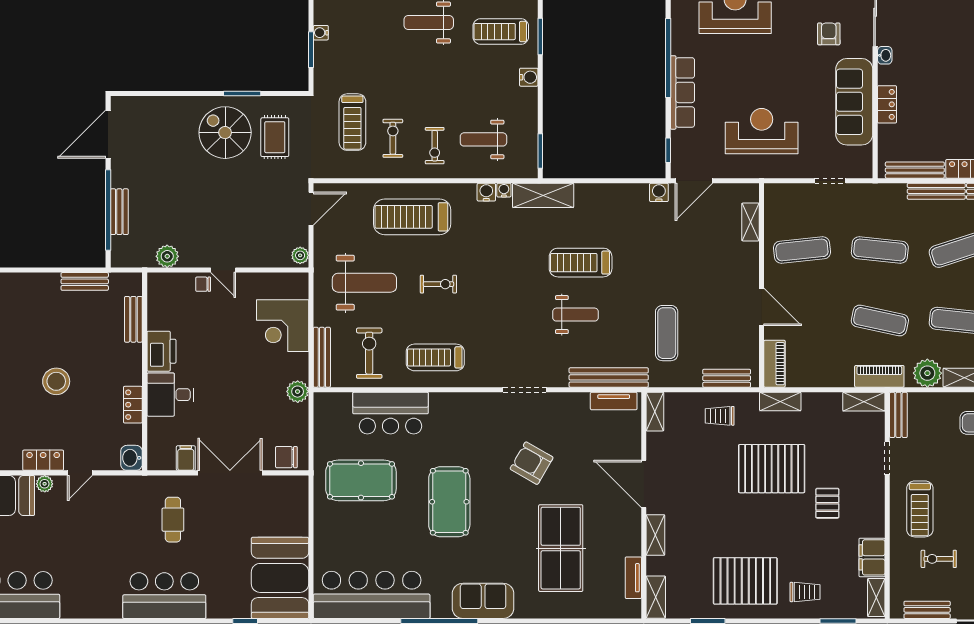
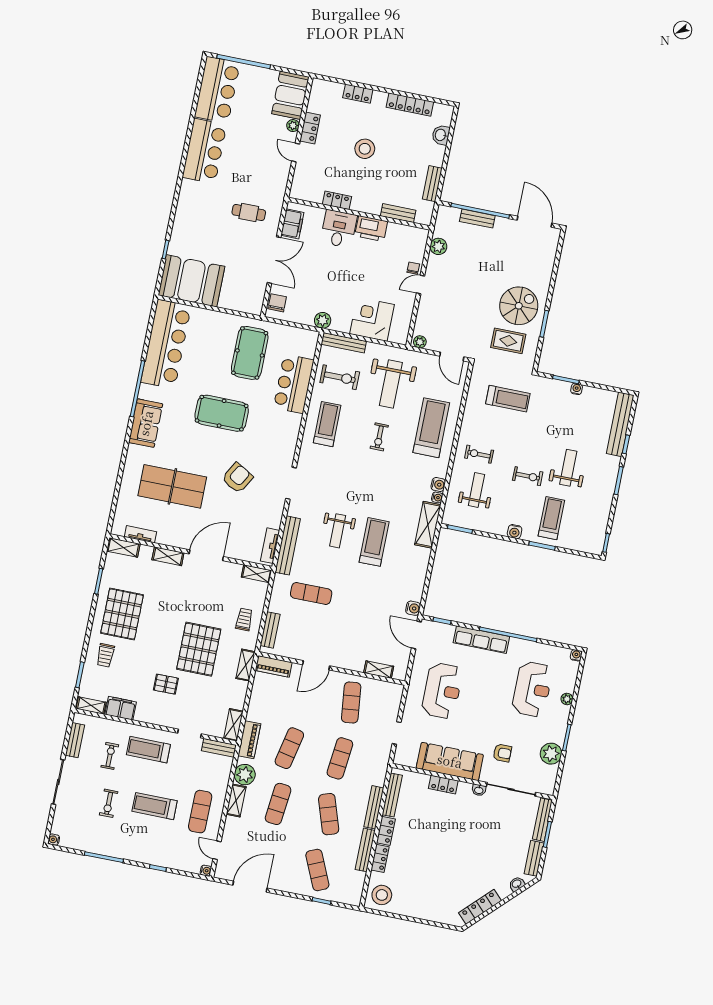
treadmill: (352, 122) -> (508, 399), turned 180
exercise bike: (393, 138) -> (528, 476), moved
washbasin: (131, 458) -> (441, 135), moved, turned -90
filing cabinet: (186, 458) -> (292, 224), width x2.00
bar counter: (164, 596) -> (204, 151), moved

